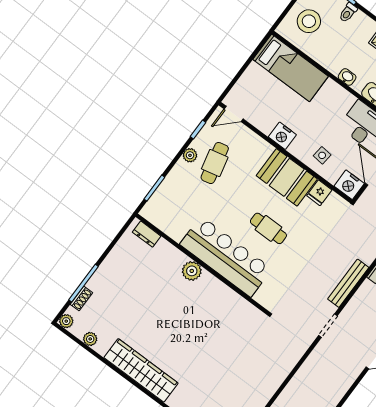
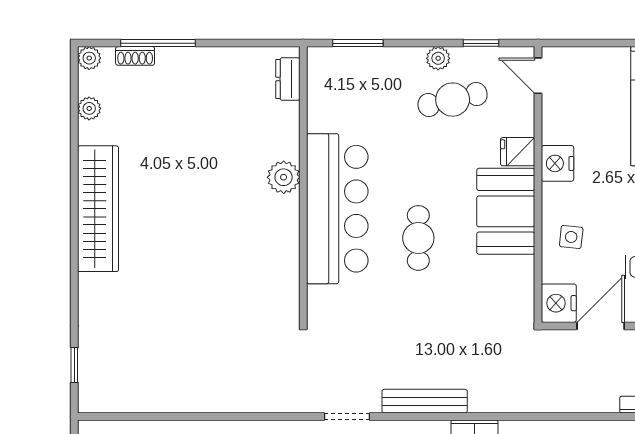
fridge: (319, 193) -> (518, 152), moved

